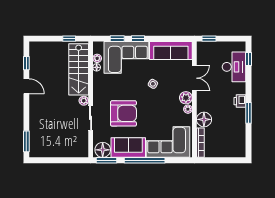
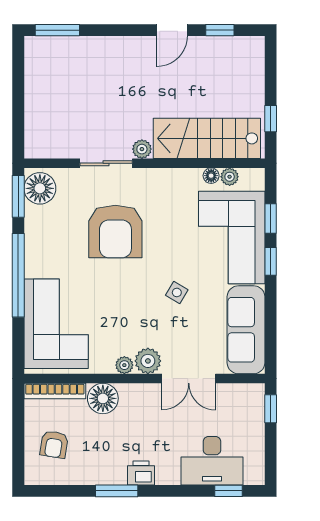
armchair: (226, 143) -> (54, 444), added
sofa: (128, 148) -> (45, 242), removed

